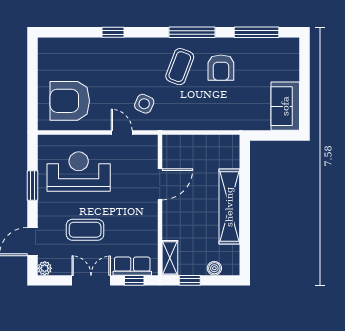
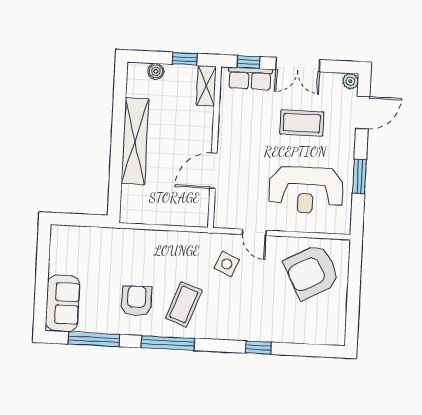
armchair: (70, 101) -> (312, 272), turned 152
sofa: (285, 106) -> (63, 303), moved

